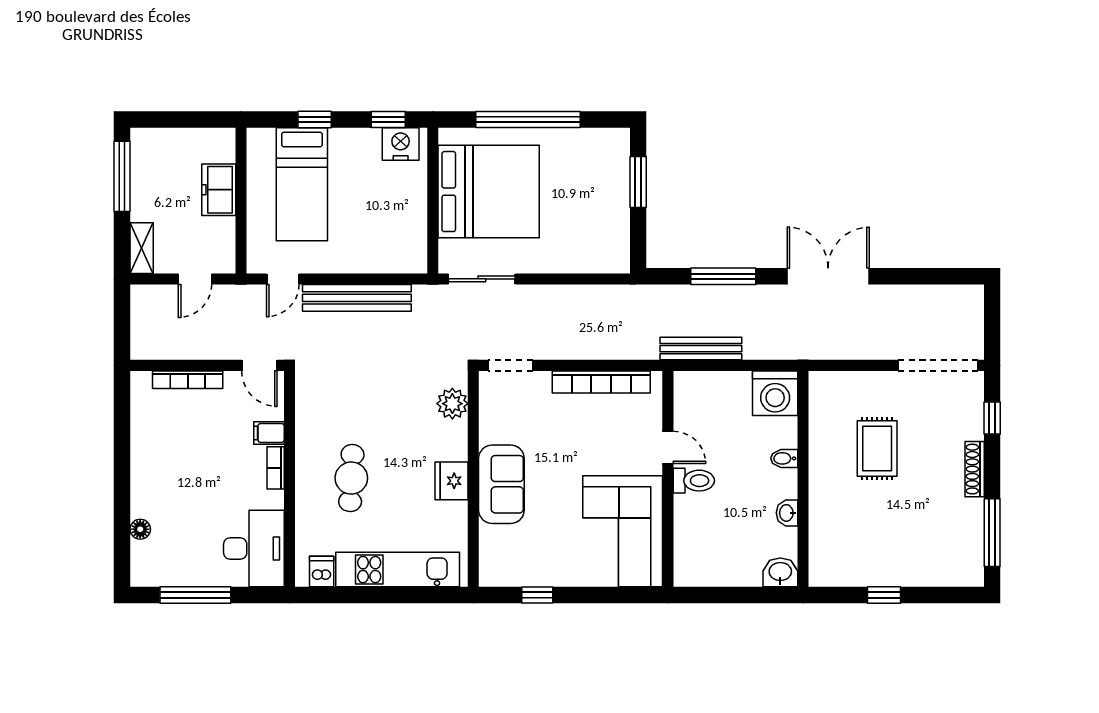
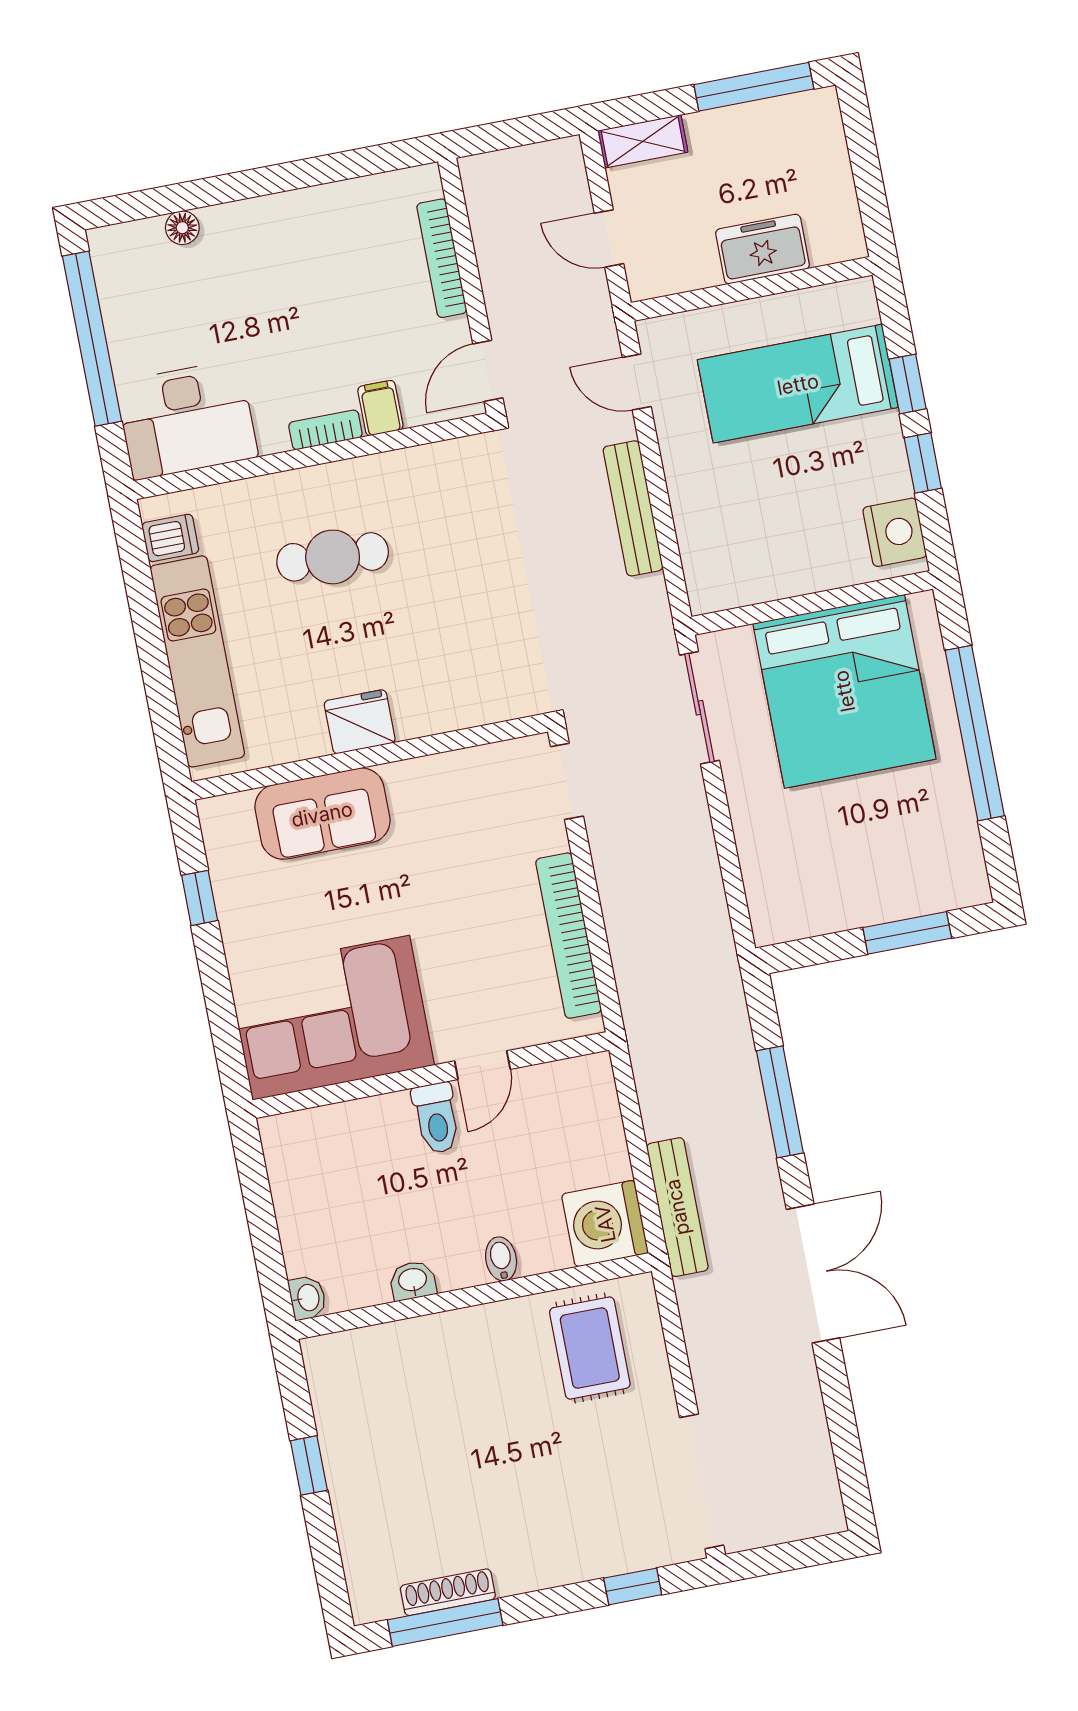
window: (388, 120) -> (923, 463), moved
bench: (357, 298) -> (633, 508), width x0.73, depth x0.82
bench: (701, 349) -> (677, 1207), moved
plant: (452, 404) -> (486, 699), removed
rug: (877, 449) -> (590, 1348), moved, turned 90
shoe rack: (975, 469) -> (448, 1592), moved
sofa: (501, 484) -> (322, 814), moved
washbasin: (780, 572) -> (307, 1298), width x0.72, depth x0.69
window: (195, 595) -> (92, 339), width x1.46

